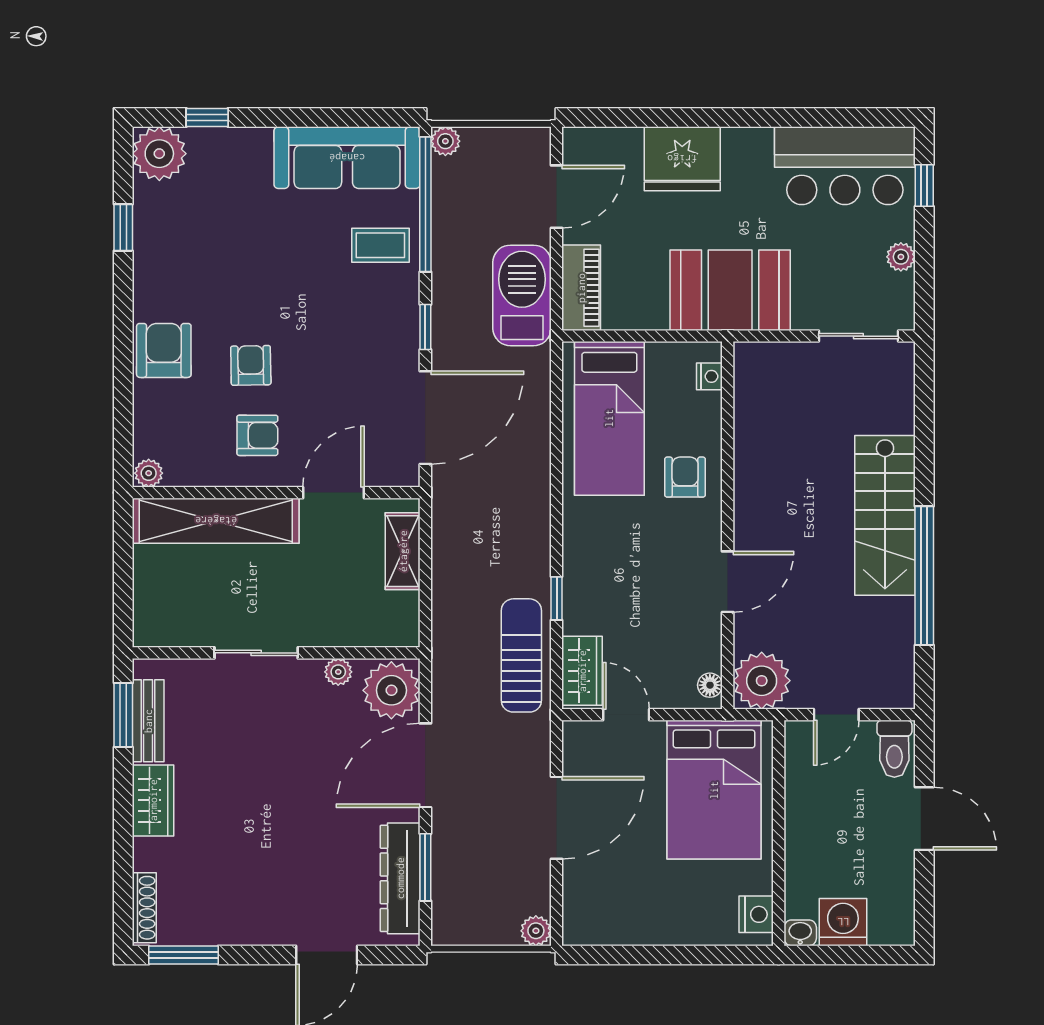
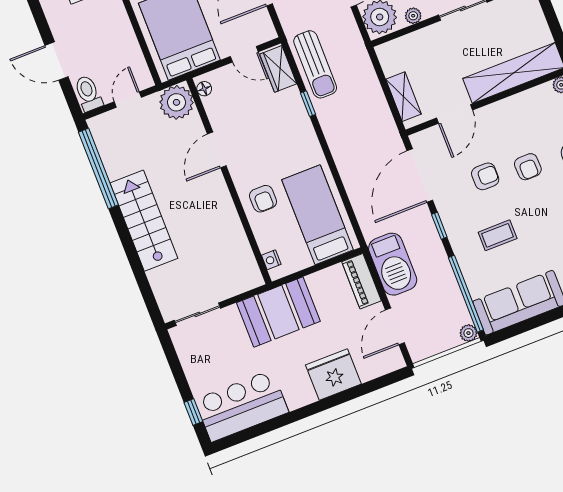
coffee table: (380, 245) -> (498, 235), moved
plant: (901, 257) -> (191, 367), removed
armchair: (257, 435) -> (485, 176), moved, turned 180
window: (924, 576) -> (98, 168), moved

